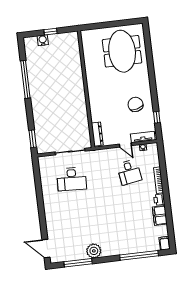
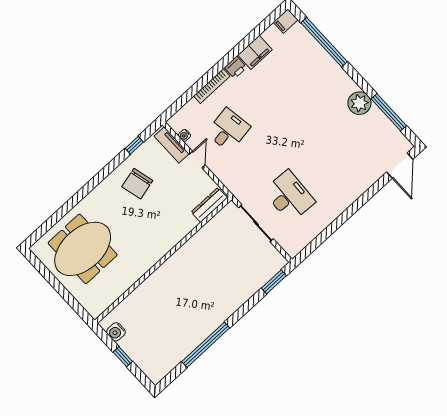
water cooler: (43, 40) -> (116, 332), moved

